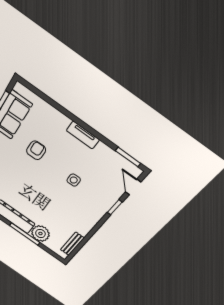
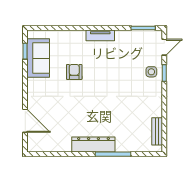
side table: (74, 180) -> (151, 72), moved
door: (133, 187) -> (164, 47), swing flipped
plant: (40, 234) -> (125, 143), removed

